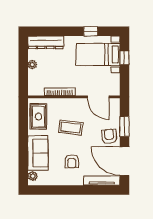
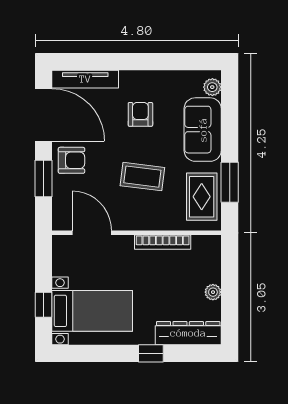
window: (91, 31) -> (151, 353), moved
window: (23, 124) -> (230, 182), added
armchair: (109, 136) -> (71, 160), turned -85

